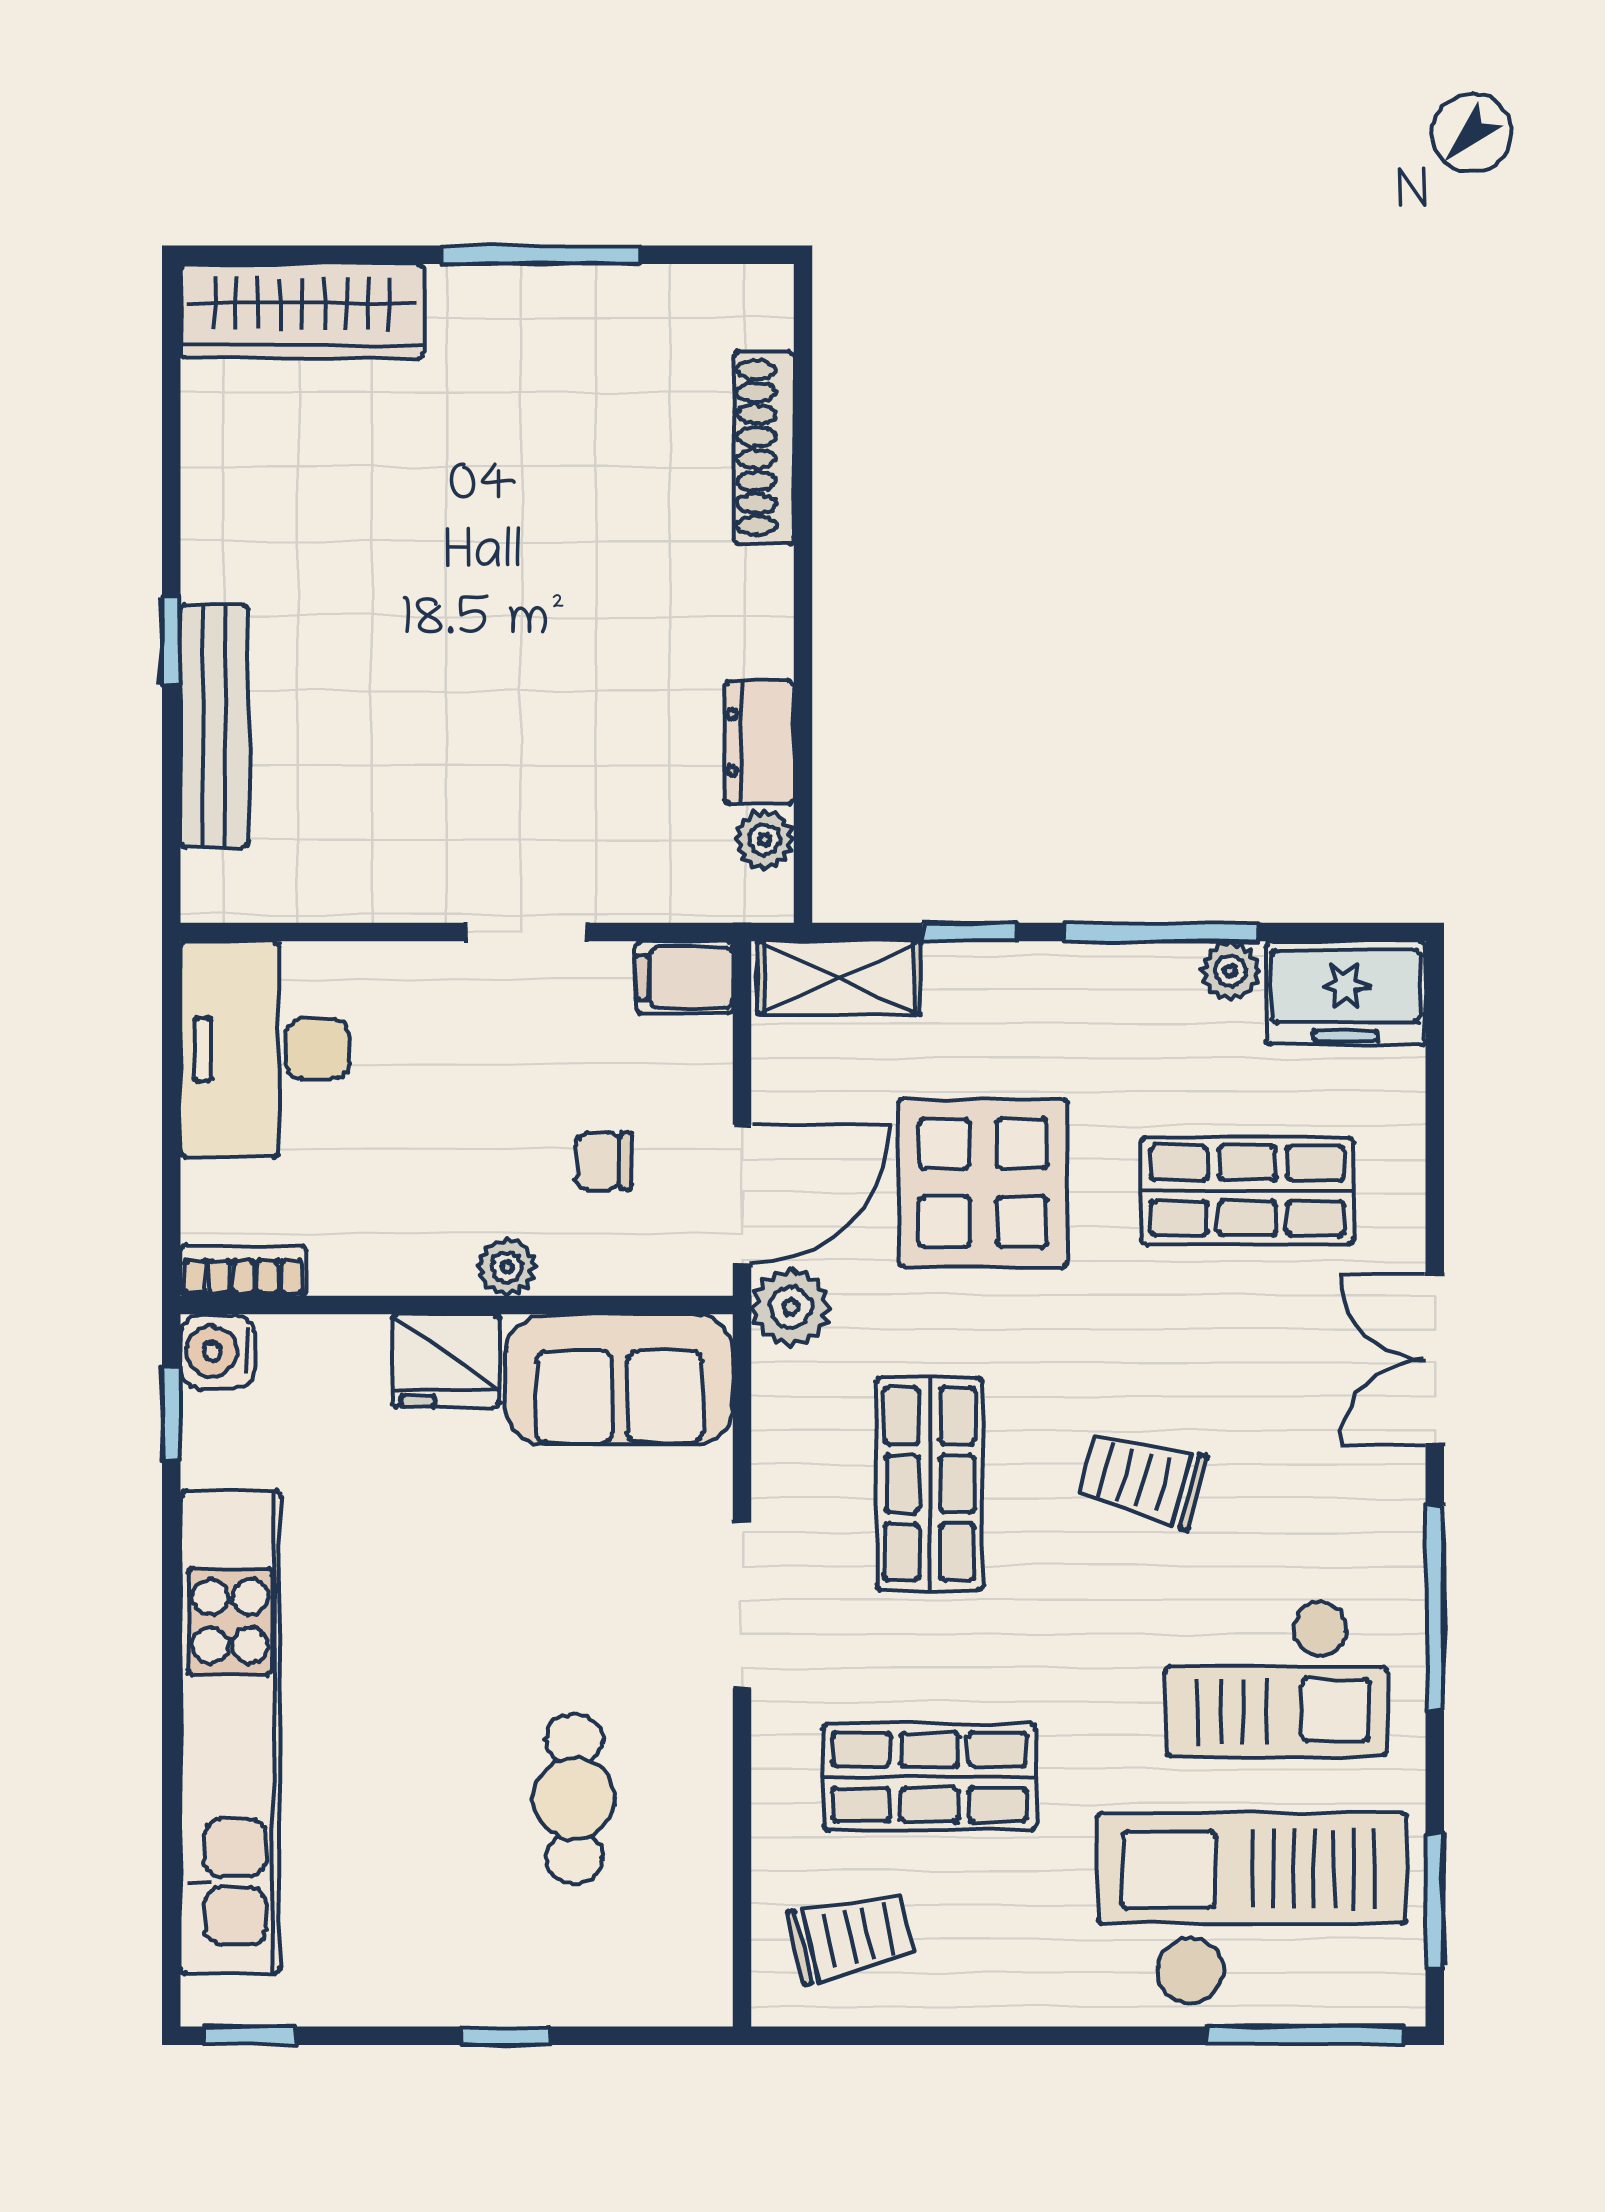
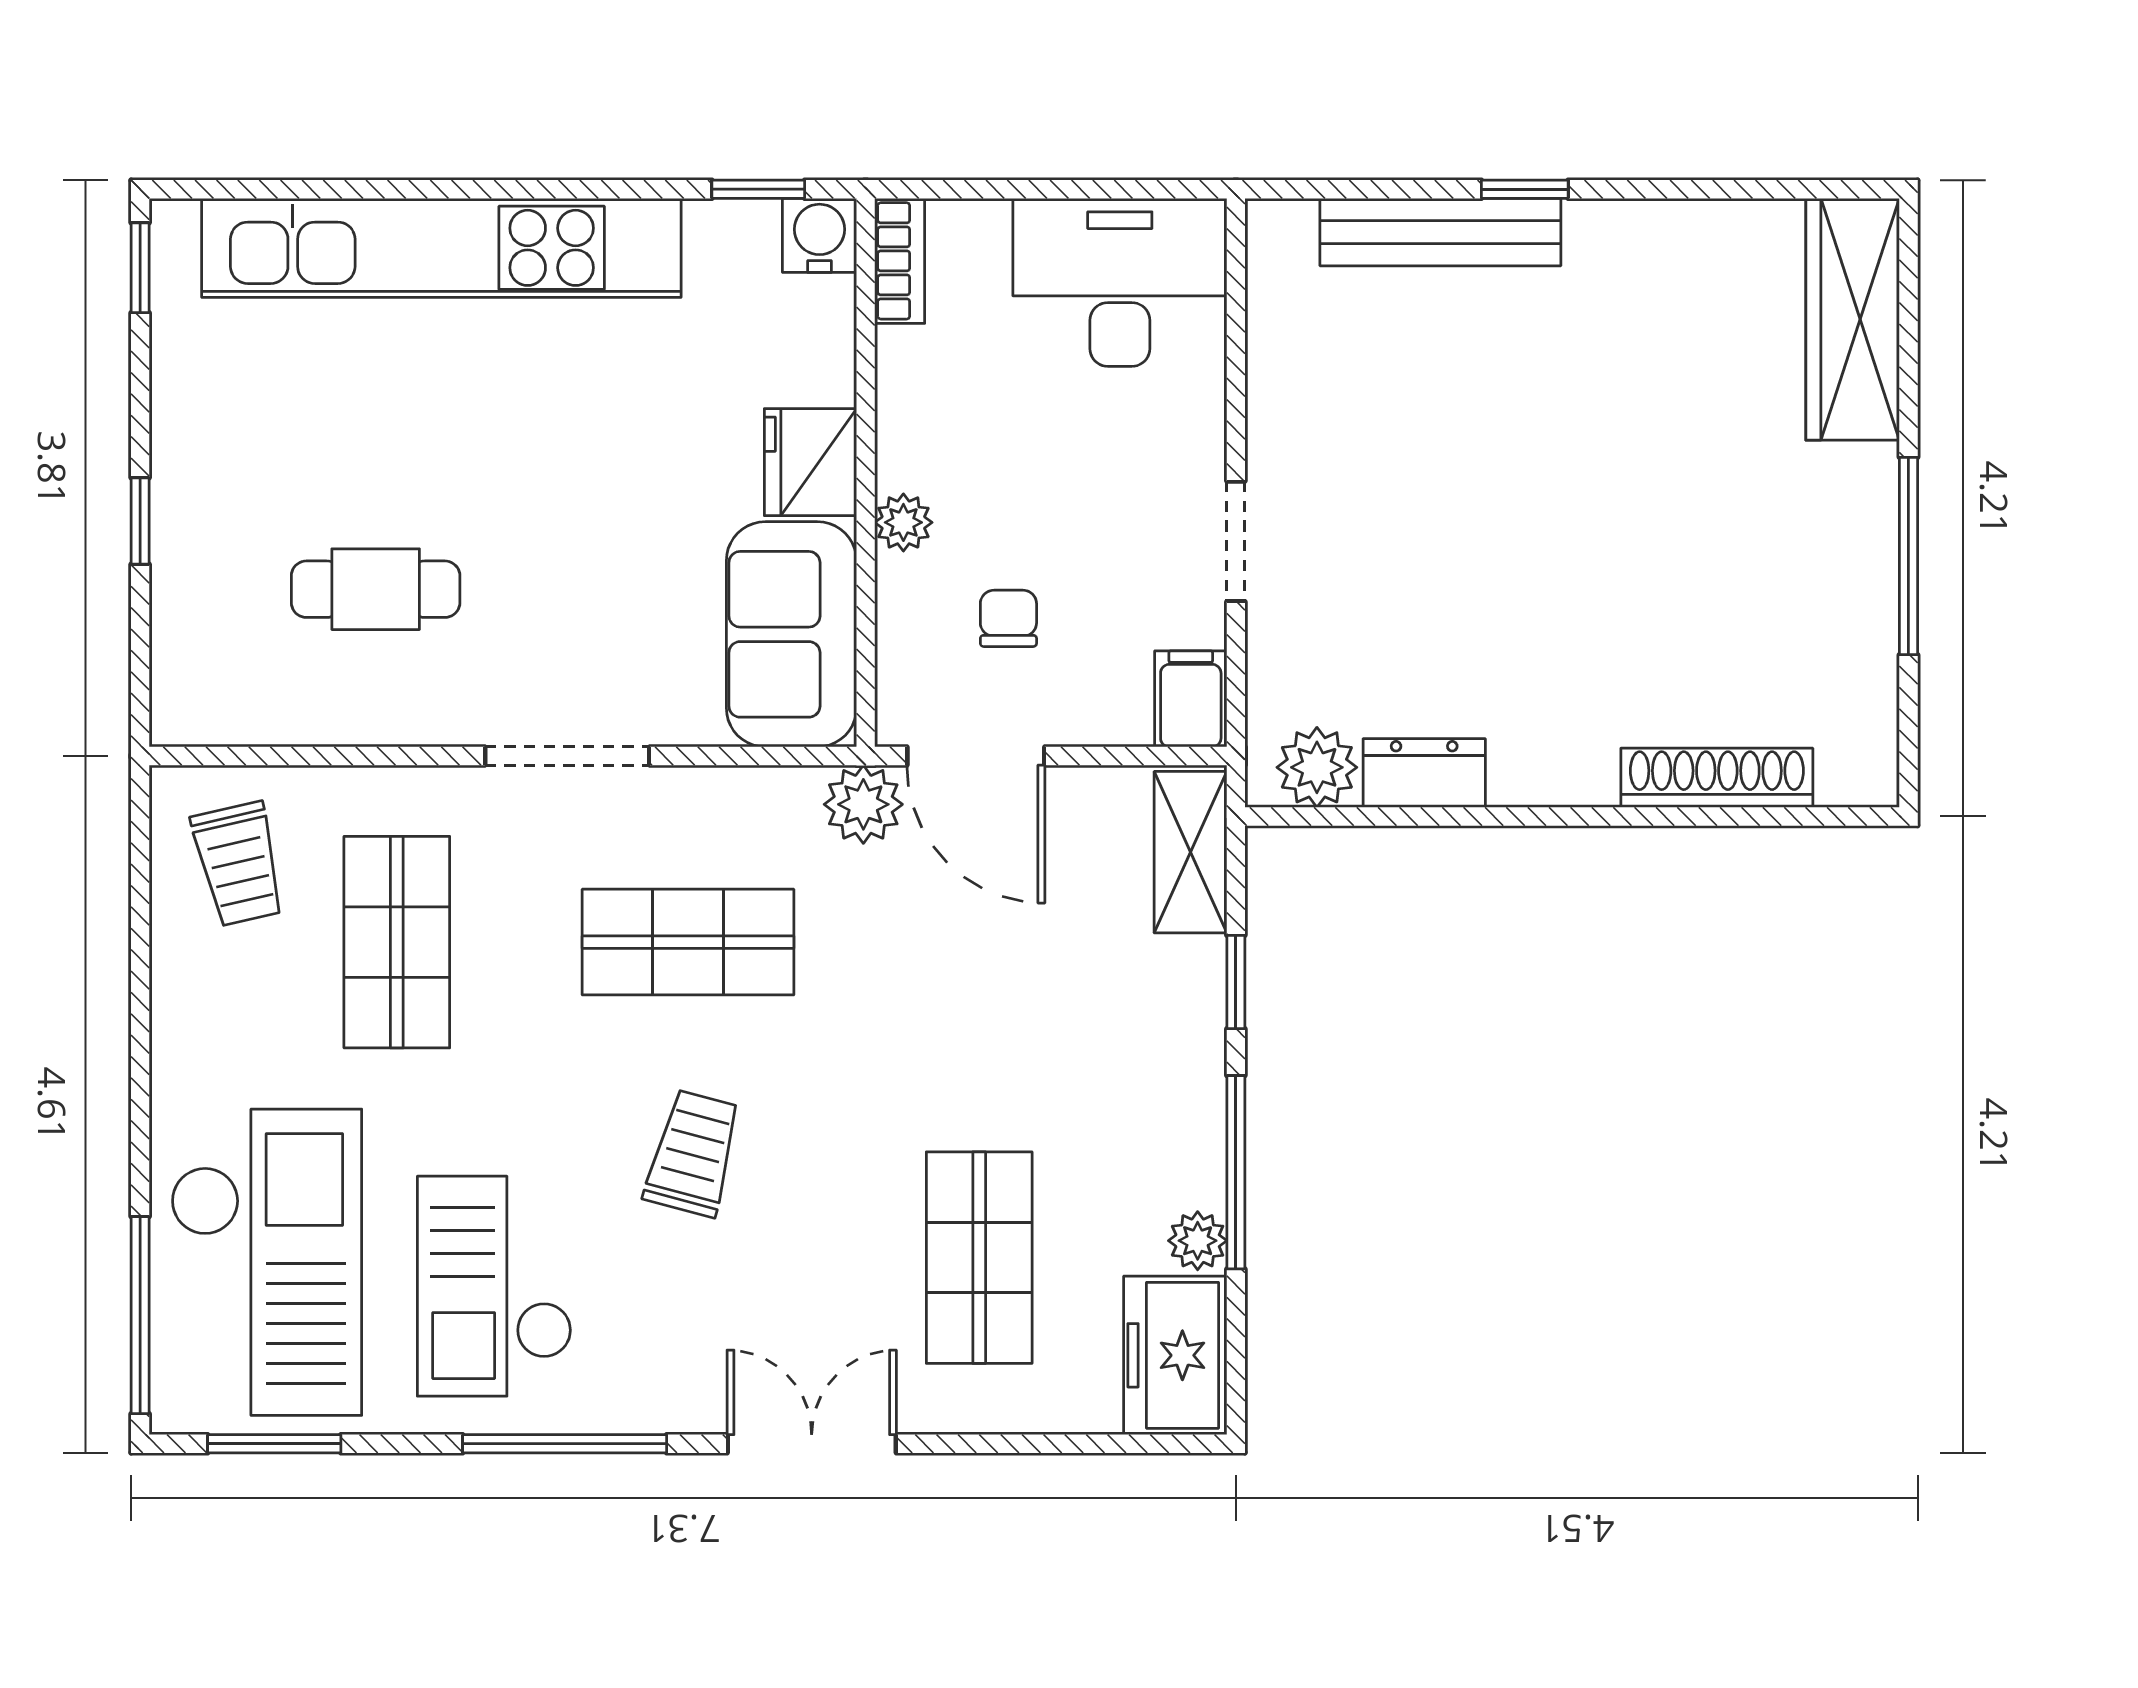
plant: (764, 840) -> (1317, 767), width x1.38, depth x1.38
display table: (983, 1183) -> (987, 995), removed

